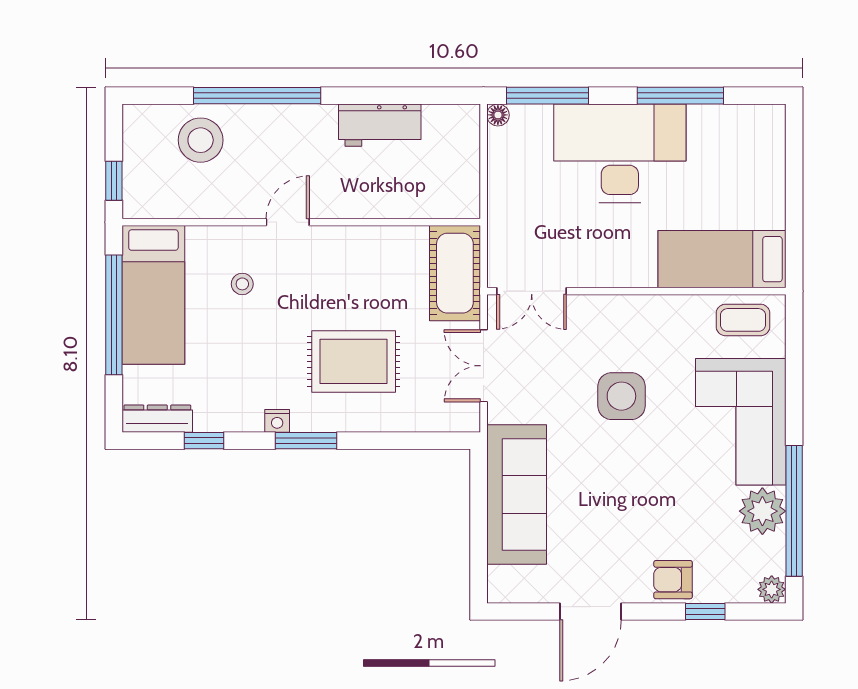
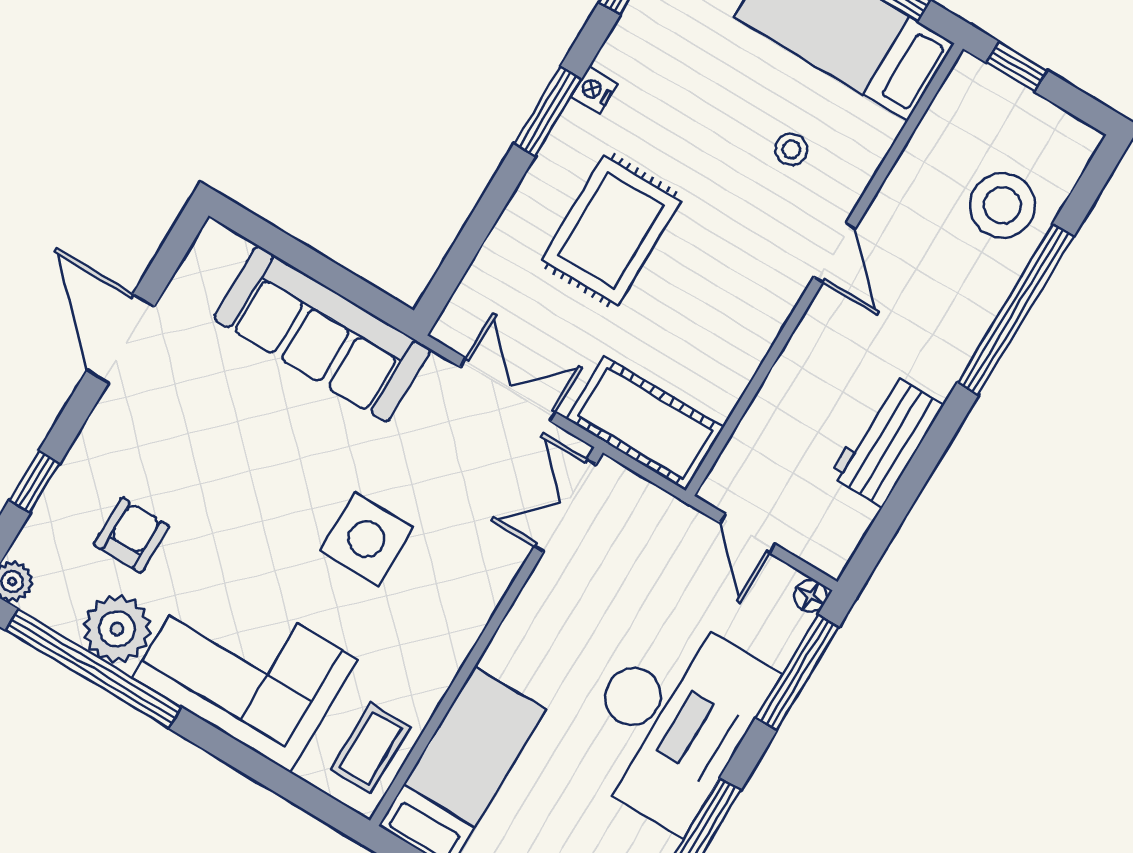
door: (484, 174) -> (747, 533), added
armchair: (673, 580) -> (131, 535), moved

